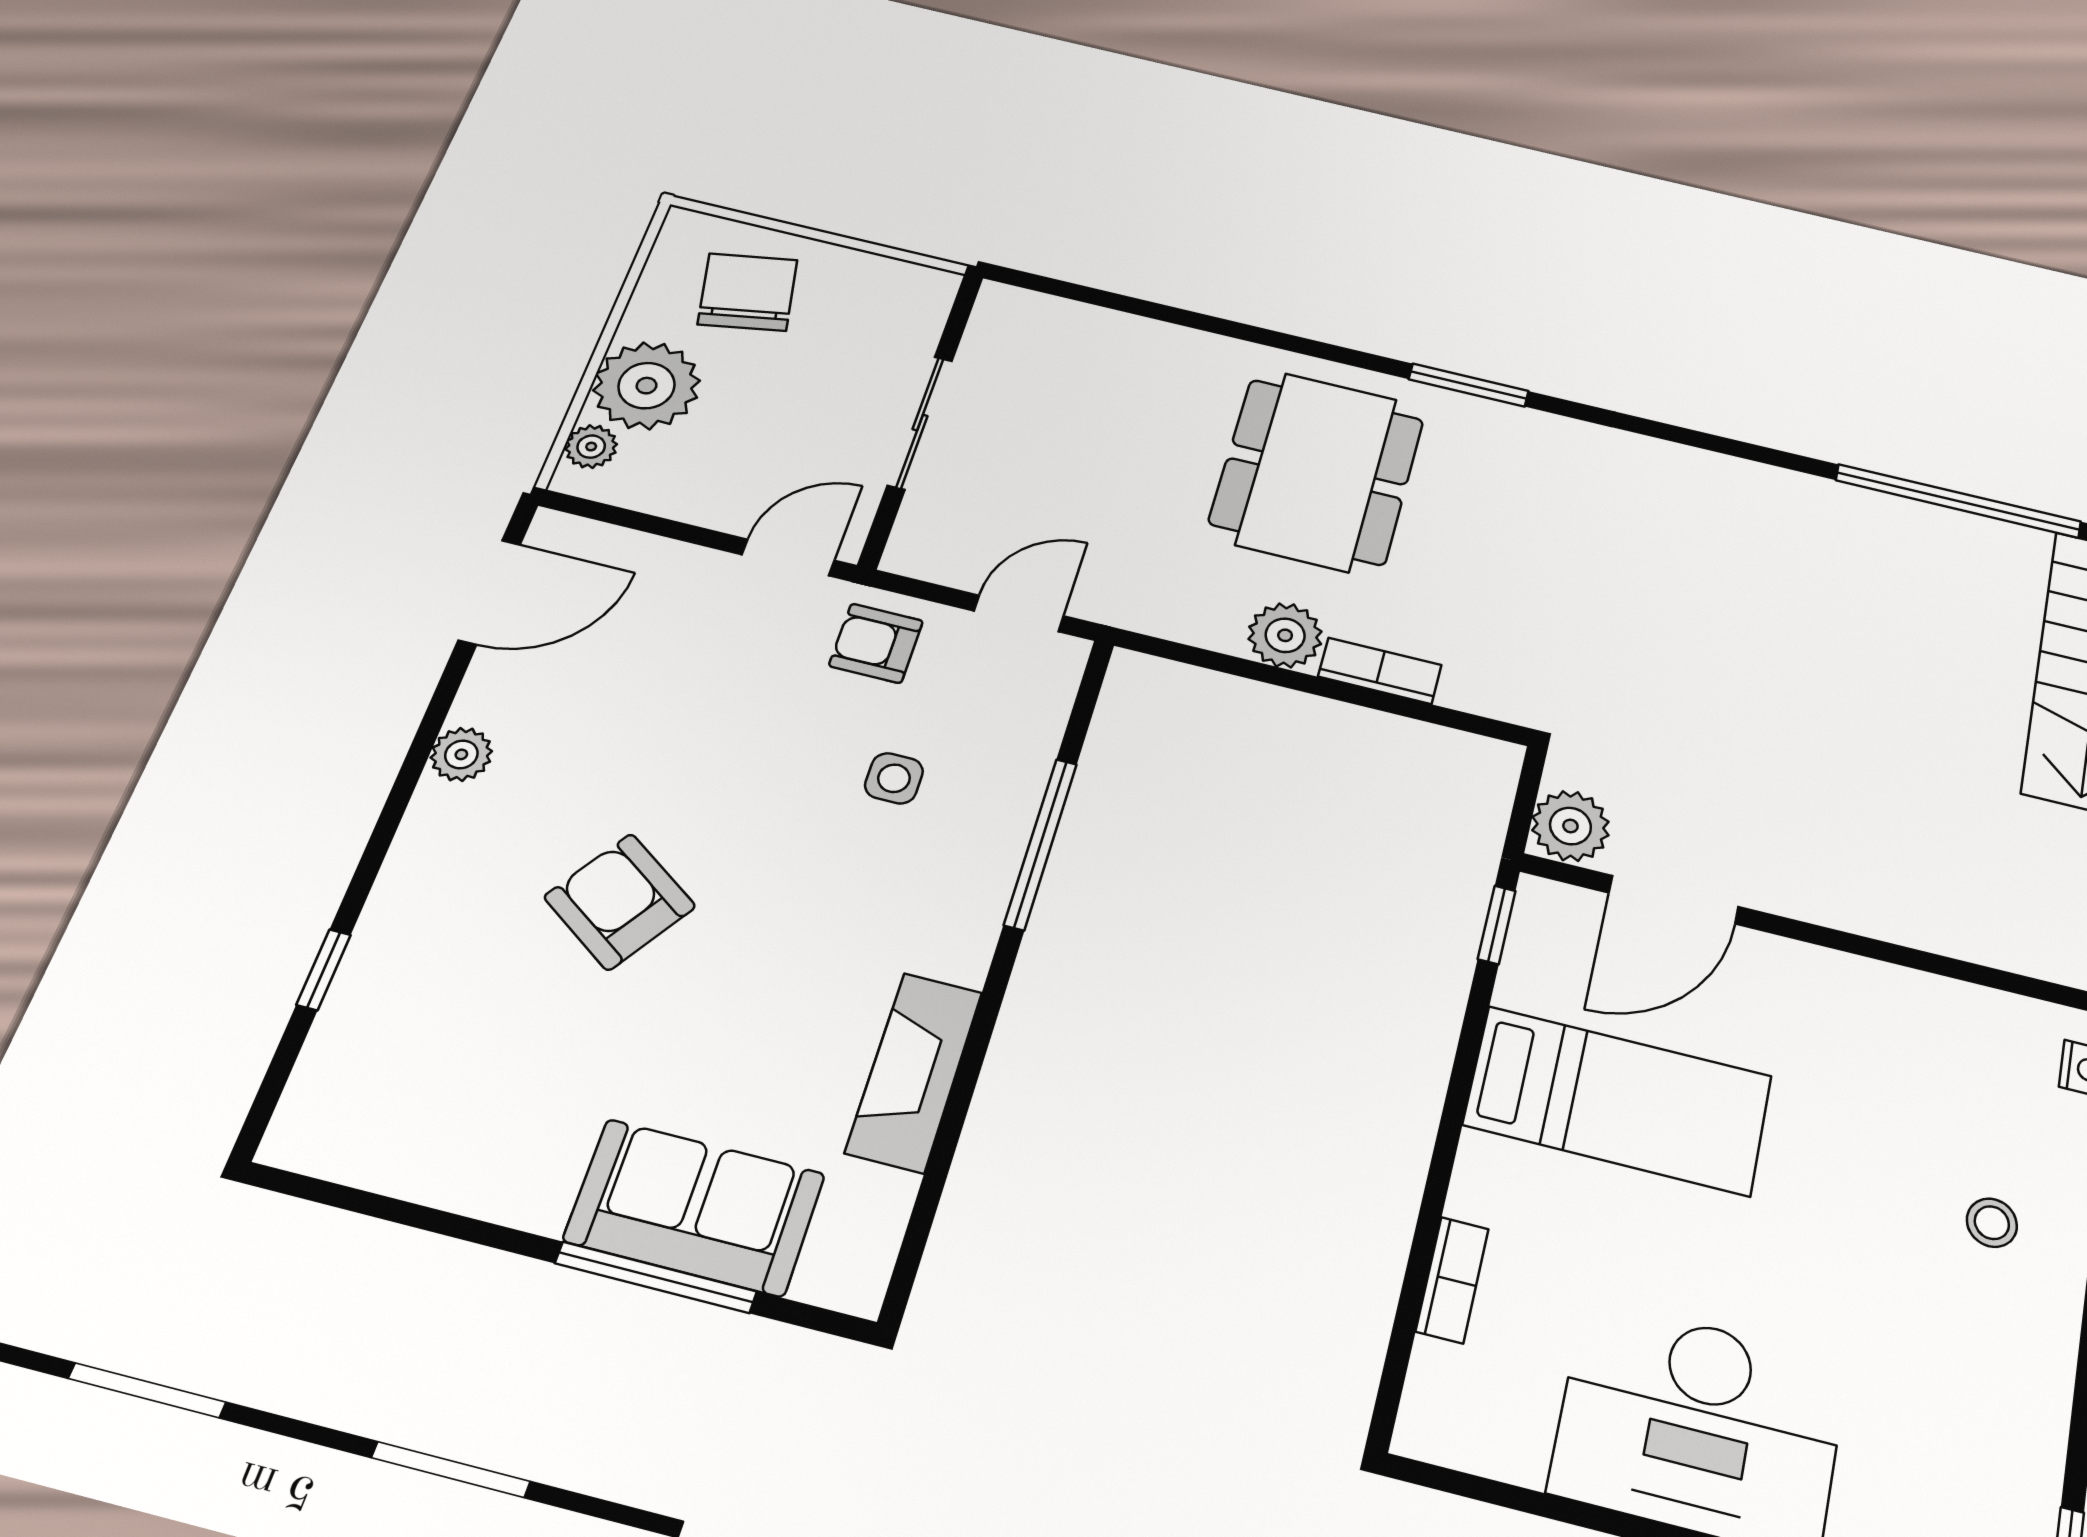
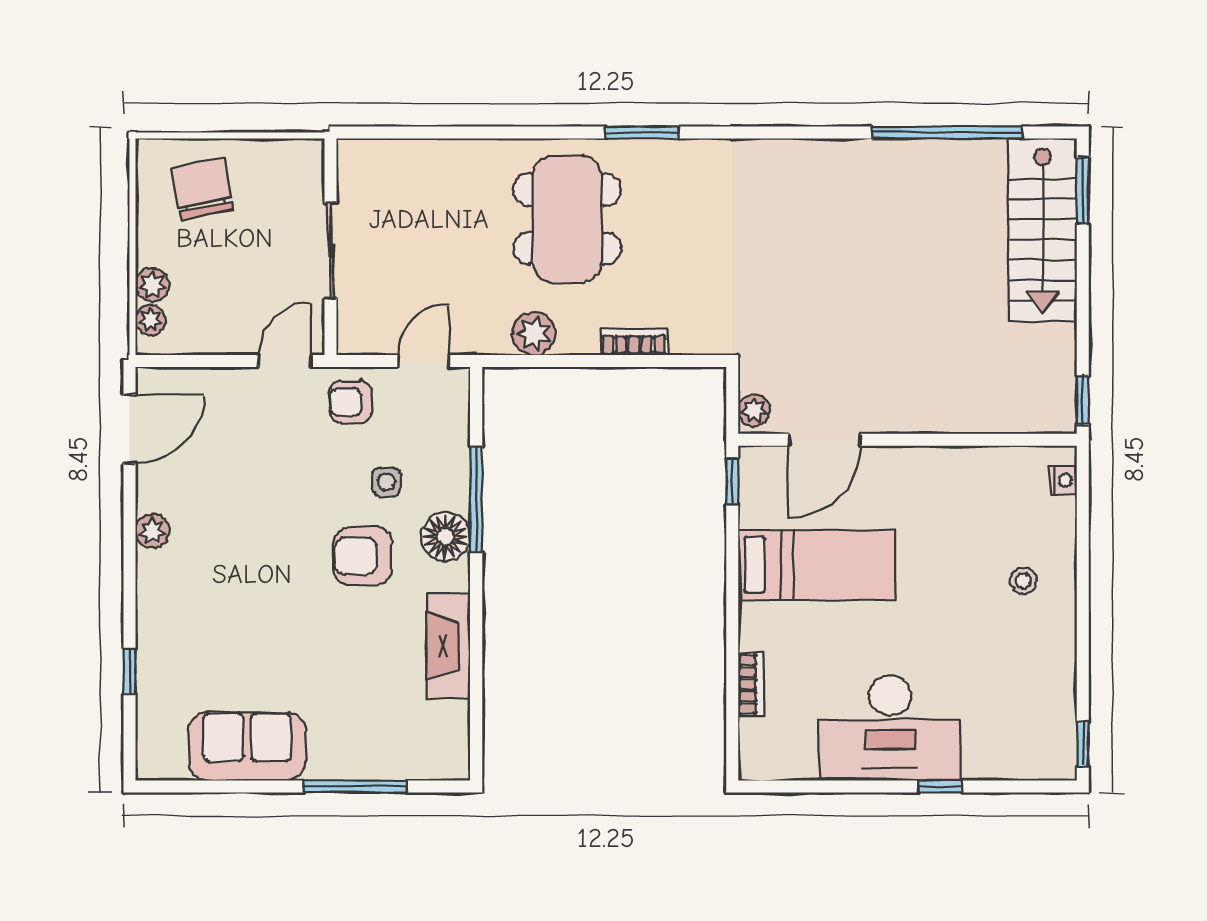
plant: (647, 386) -> (152, 285), width x0.53, depth x0.53
plant: (1285, 635) -> (534, 334), moved
plant: (1570, 826) -> (754, 410), width x0.73, depth x0.73
floor lamp: (968, 890) -> (446, 537), added
armchair: (620, 902) -> (363, 556), moved, turned -34
sofa: (694, 1207) -> (247, 746), moved

